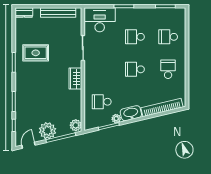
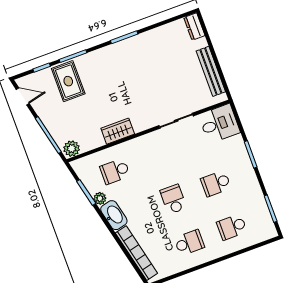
desk: (100, 20) -> (219, 124), width x0.73
school desk: (135, 37) -> (216, 184), turned -90
school desk: (168, 37) -> (232, 227), turned -90
rug: (36, 53) -> (68, 81), moved
wardrobe: (75, 79) -> (118, 131), moved
school desk: (102, 102) -> (115, 171), turned -90
plant: (48, 131) -> (51, 114), removed

